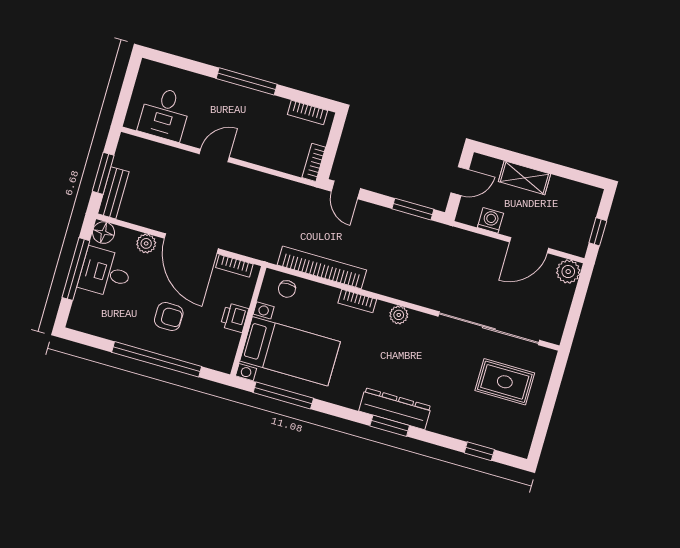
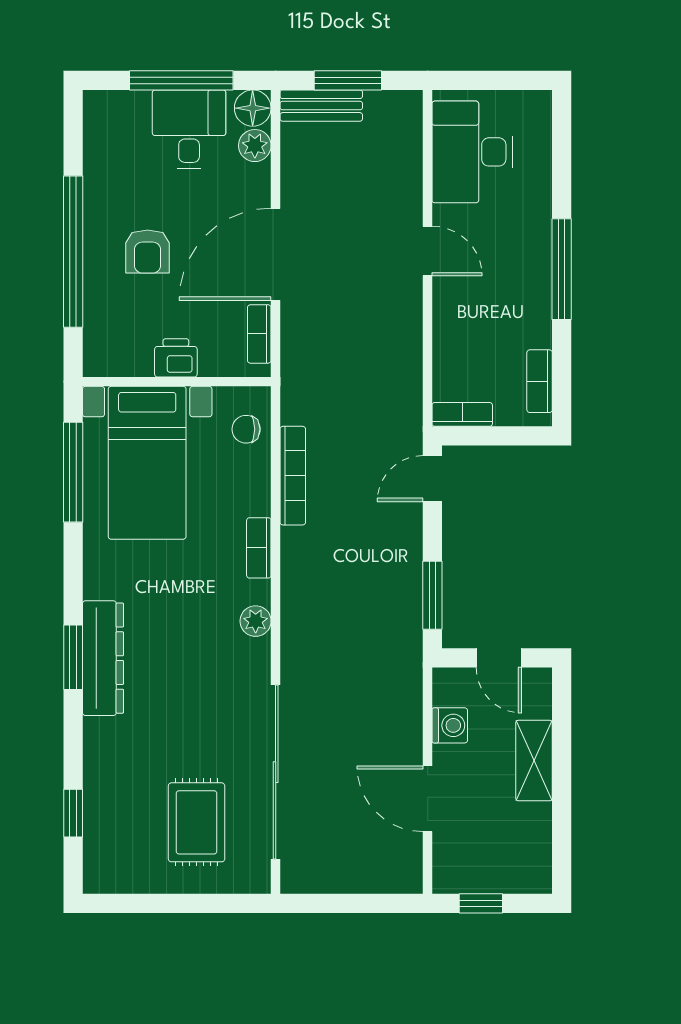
desk: (165, 114) -> (472, 152), width x1.37
plant: (146, 243) -> (255, 146), moved
bookcase: (322, 267) -> (293, 476), width x0.68, depth x0.76
plant: (568, 272) -> (403, 874), removed

